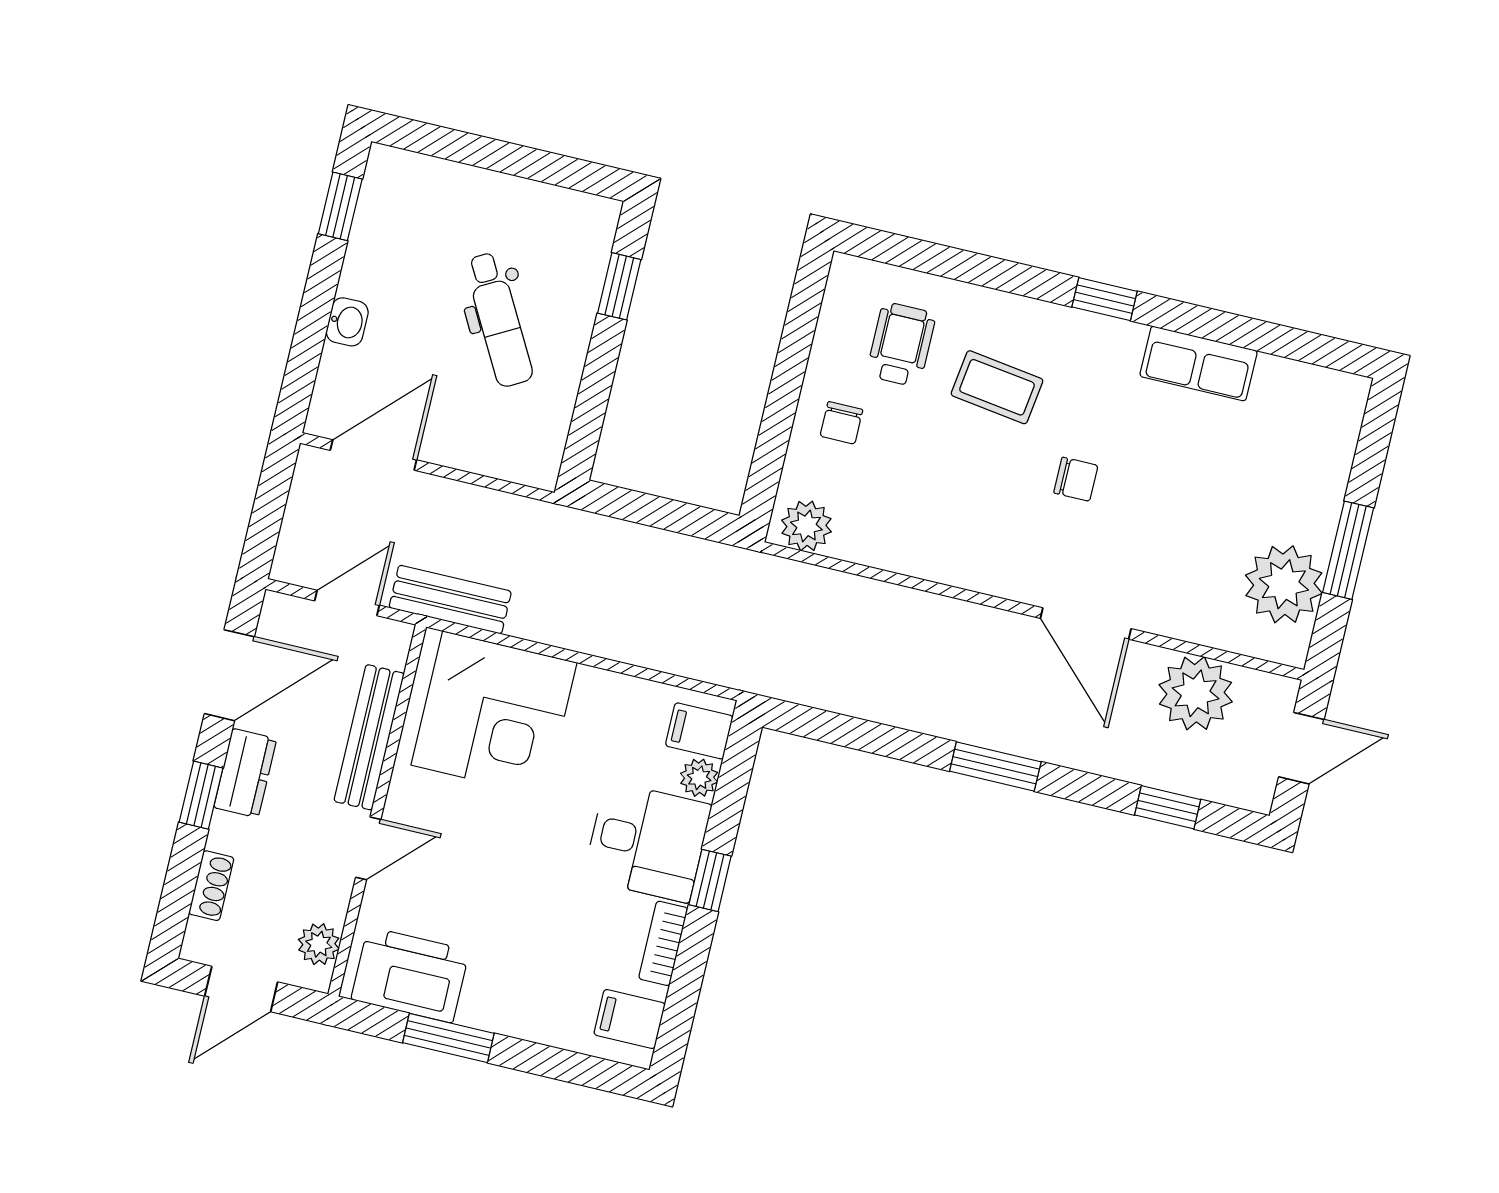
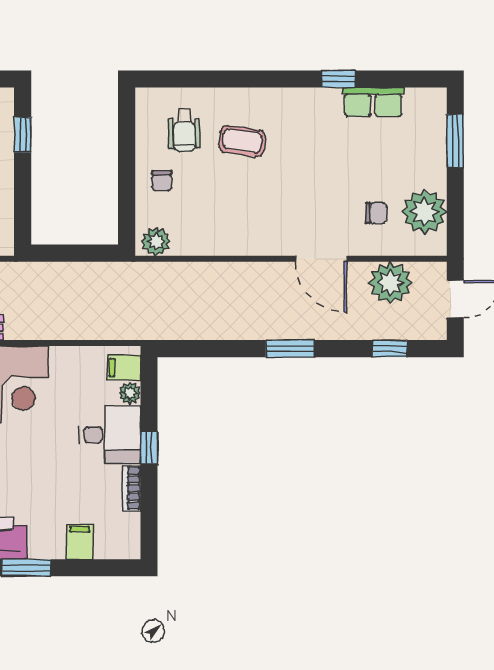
window: (1105, 299) -> (338, 79), moved
wheelchair: (901, 344) -> (184, 130), turned 180
row of seats: (1199, 364) -> (373, 102), moved
chair: (1076, 479) -> (376, 213), moved
window: (1348, 550) -> (455, 141), moved
filing cabinet: (630, 1019) -> (80, 542), moved, turned 90

